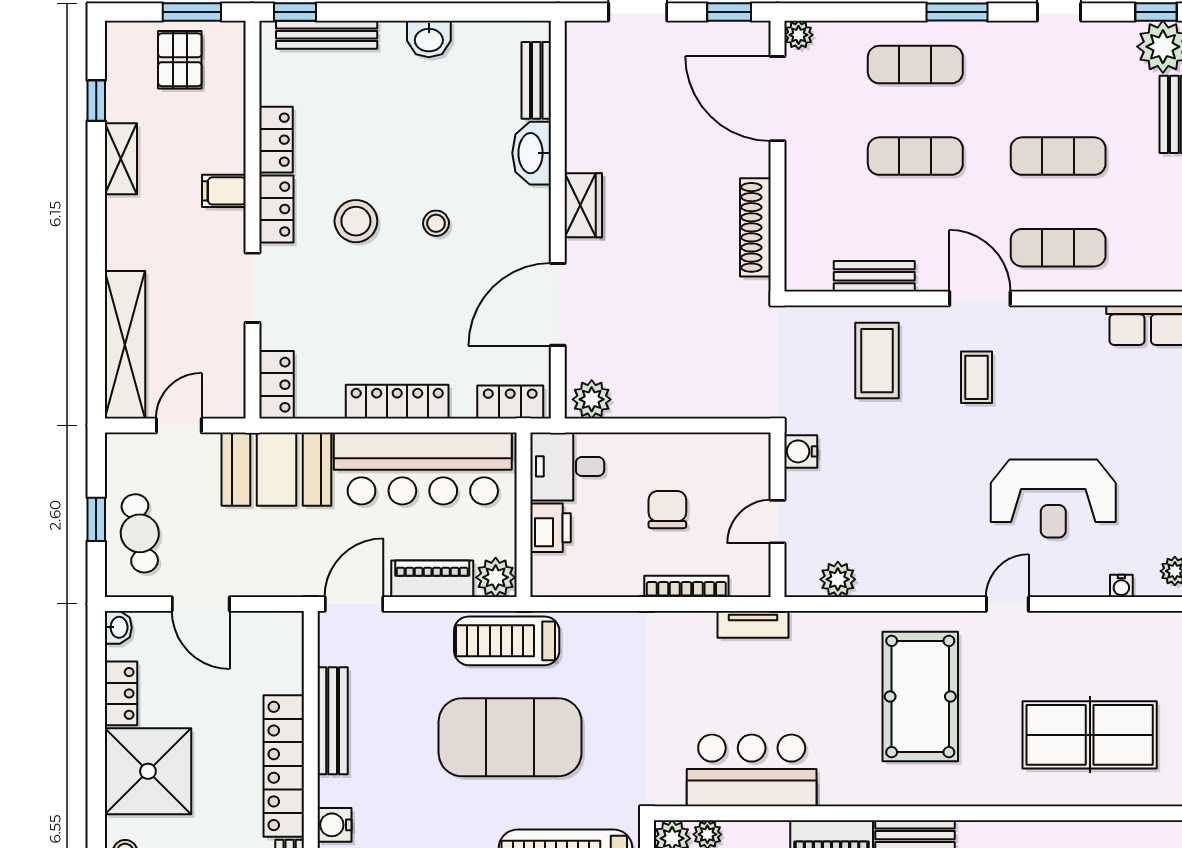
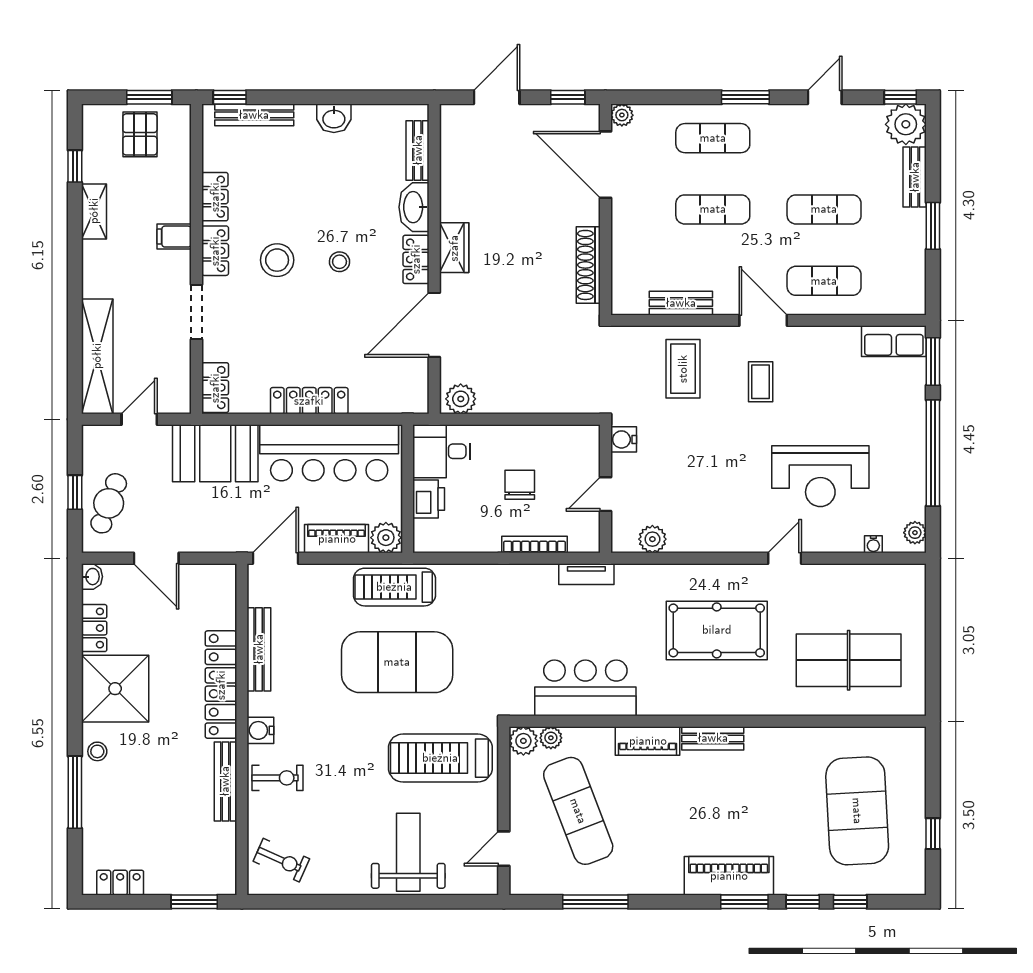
locker: (510, 402) -> (416, 259), moved, turned -90
cafe table: (140, 533) -> (109, 503), turned 30
pool table: (920, 697) -> (717, 630), turned 90

